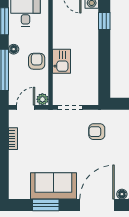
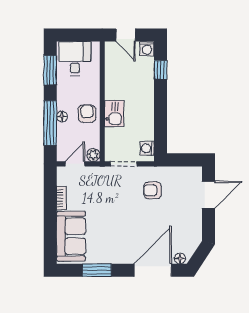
floor lamp: (14, 49) -> (62, 117), moved
washing machine: (92, 93) -> (147, 148), added
sofa: (53, 186) -> (71, 236), moved, turned 90

